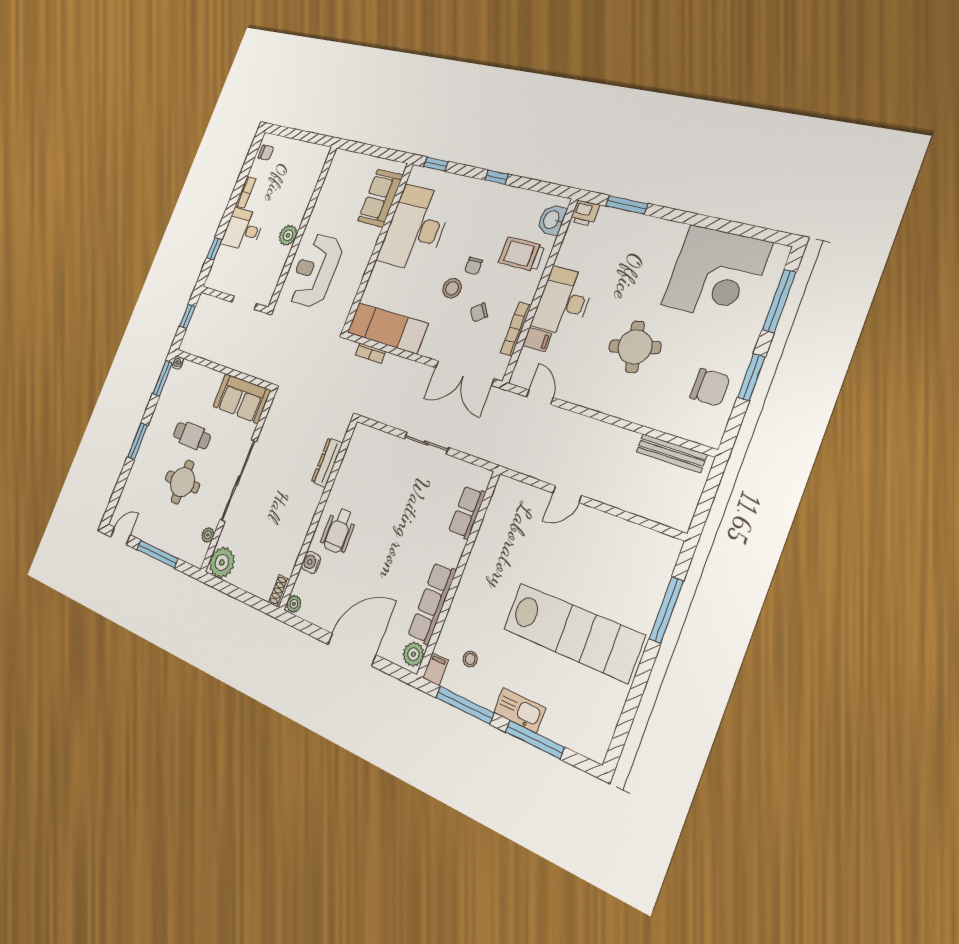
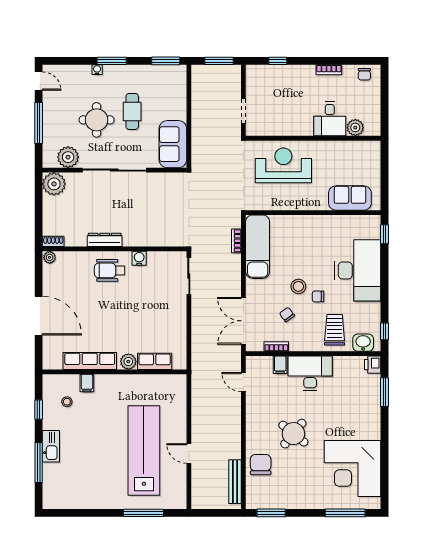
window: (496, 177) -> (384, 331), moved
desk: (415, 228) -> (358, 270), moved, turned 90
desk: (243, 230) -> (330, 119), moved, turned 180
plant: (288, 235) -> (355, 128), moved
window: (187, 316) -> (219, 61), width x1.50
bookcase: (516, 329) -> (276, 347), width x0.64
round table: (635, 347) -> (293, 434), turned -38
water cooler: (178, 363) -> (97, 70), moved
window: (751, 377) -> (271, 513), moved
chair: (710, 387) -> (261, 465), moved, turned 180
door: (540, 397) -> (243, 382), swing flipped
sliding door: (426, 443) -> (189, 276), moved
dresser: (327, 462) -> (105, 240), moved
door: (567, 494) -> (189, 453), moved
plant: (208, 535) -> (68, 157), width x1.88, depth x1.88
water cooler: (311, 562) -> (139, 258), moved
lab bench: (573, 632) -> (144, 451), moved, turned 180
plant: (413, 654) -> (128, 362), moved
filing cabinet: (435, 669) -> (87, 383), moved, turned 90
window: (465, 705) -> (39, 410), width x0.46

